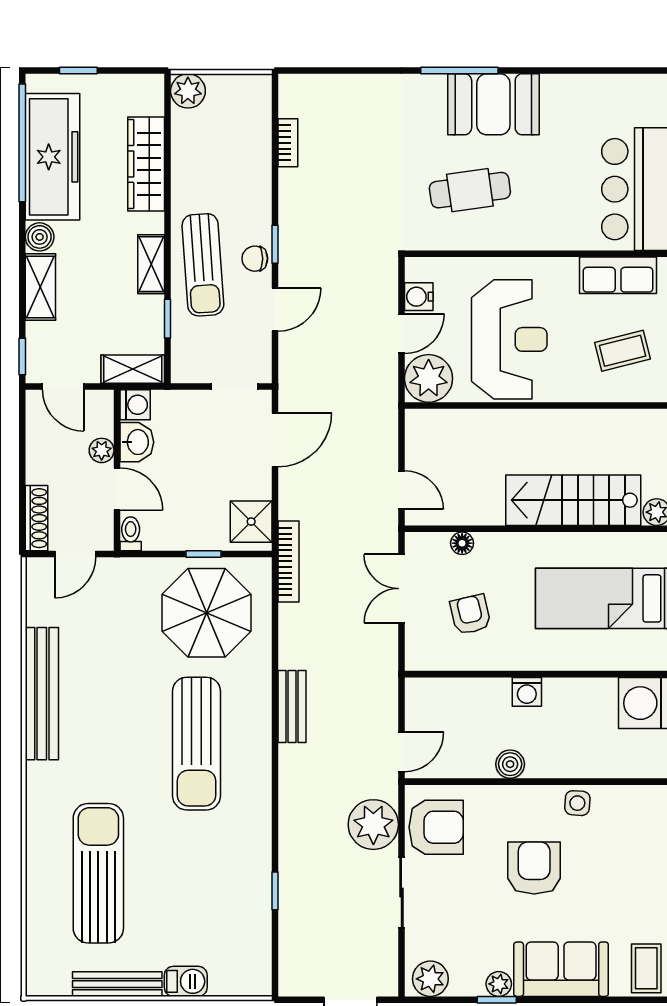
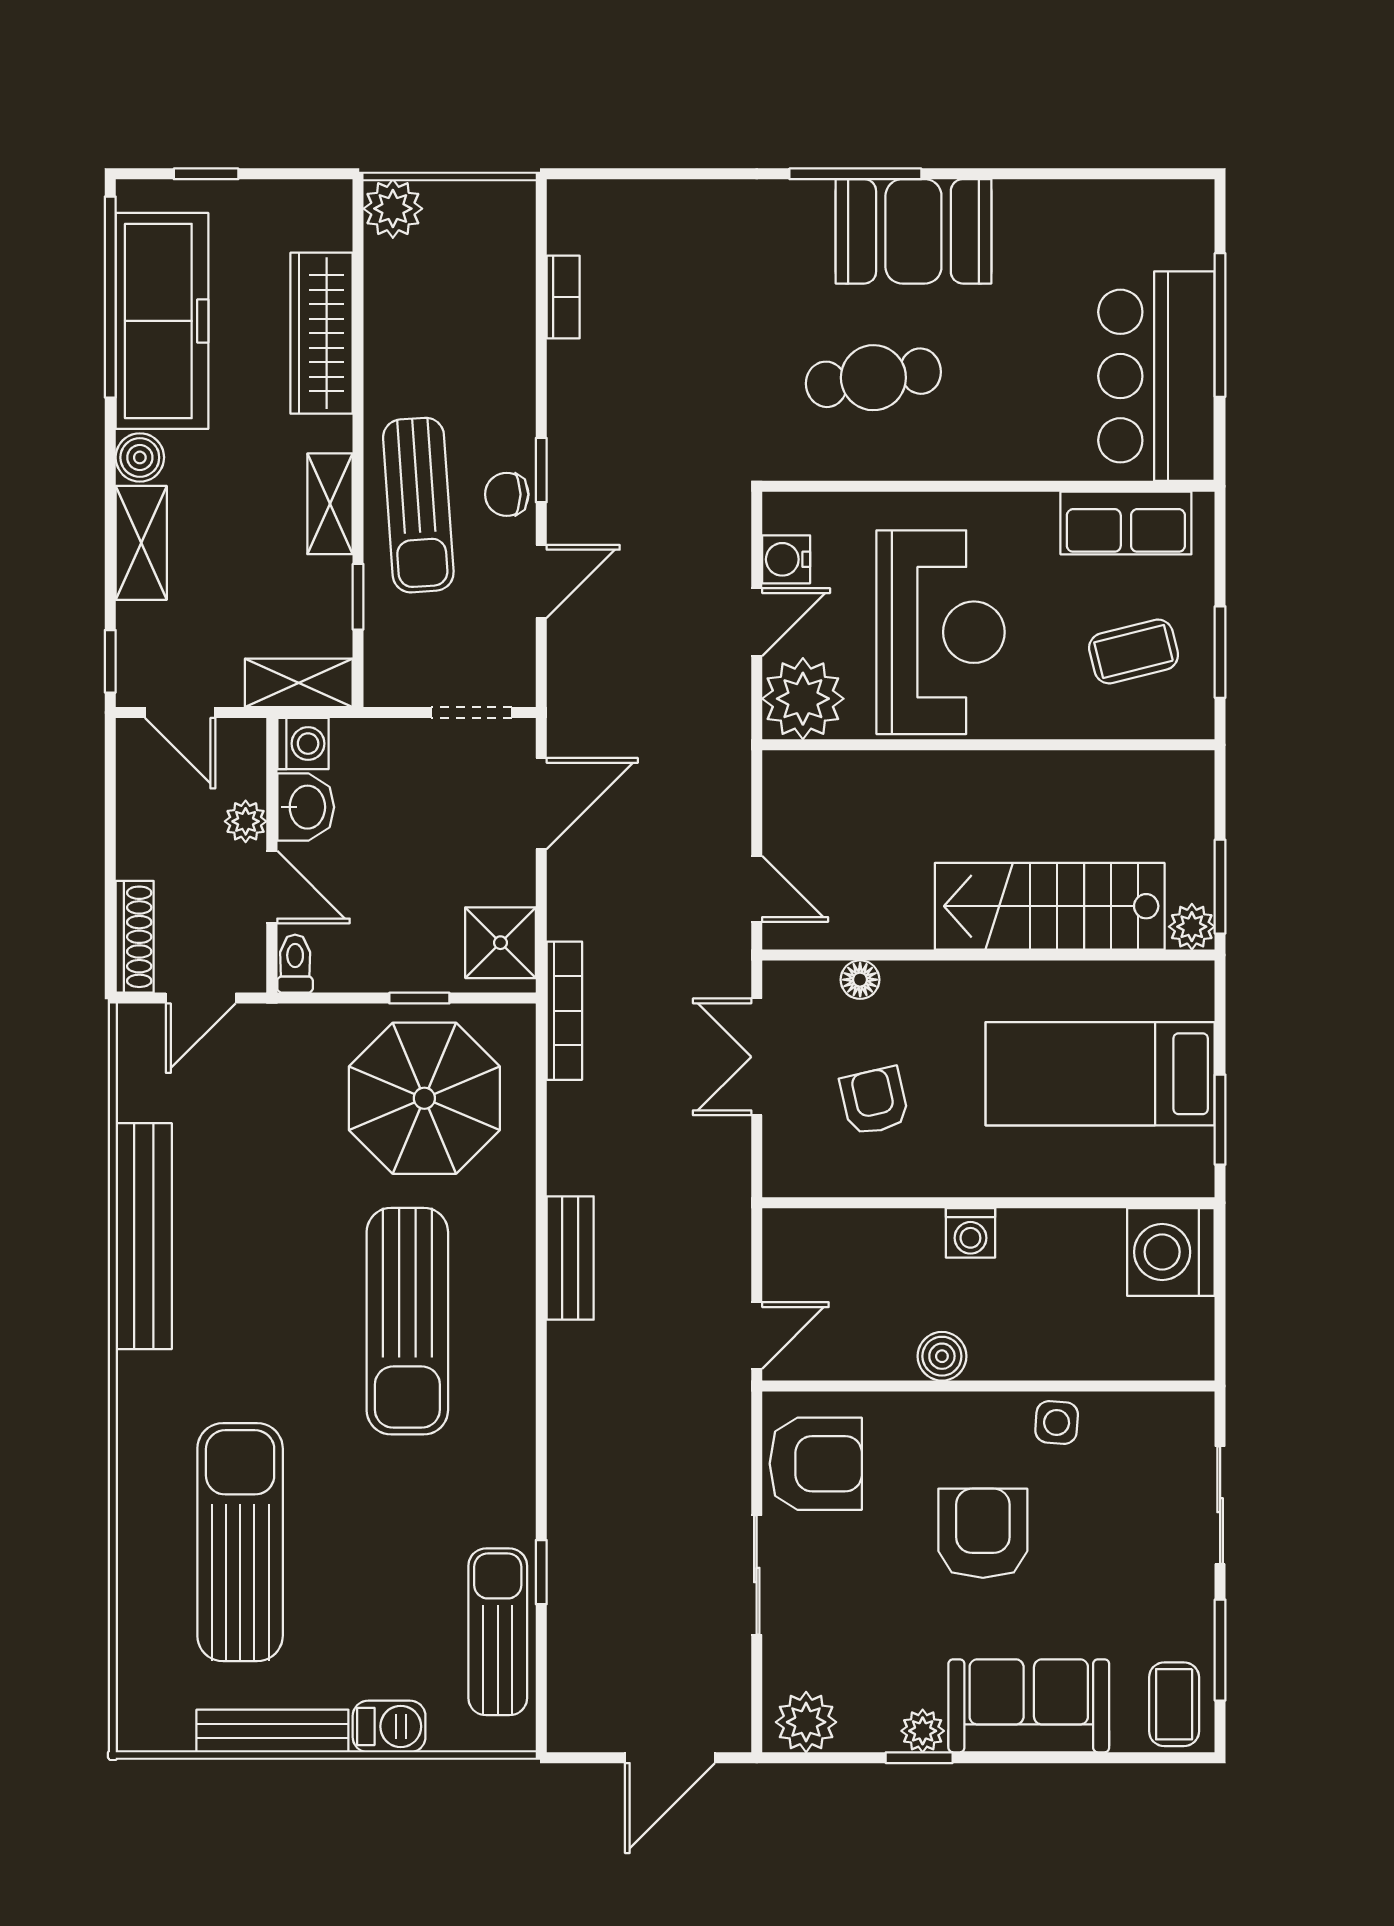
plant: (373, 825) -> (709, 1459), removed
sun lounger: (250, 926) -> (498, 1632), added

